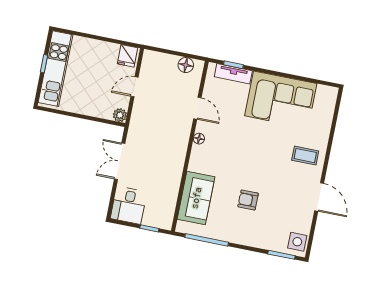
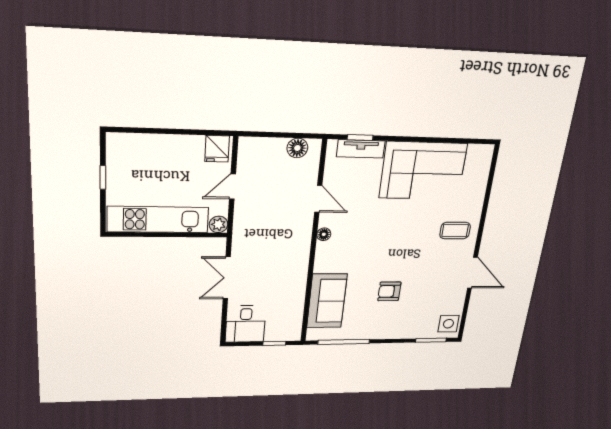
kitchen unit: (56, 69) -> (158, 220), moved, turned -90

